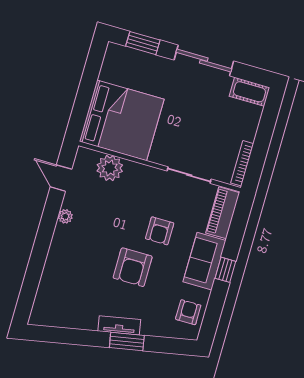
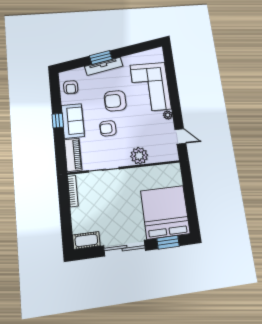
bed: (122, 120) -> (165, 212), moved, turned 90
plant: (110, 168) -> (139, 156), moved
armchair: (160, 231) -> (108, 128), turned -92
armchair: (133, 267) -> (115, 101), turned -90
corner sofa: (72, 268) -> (151, 87), added
tv unit: (119, 325) -> (104, 66), width x1.41

